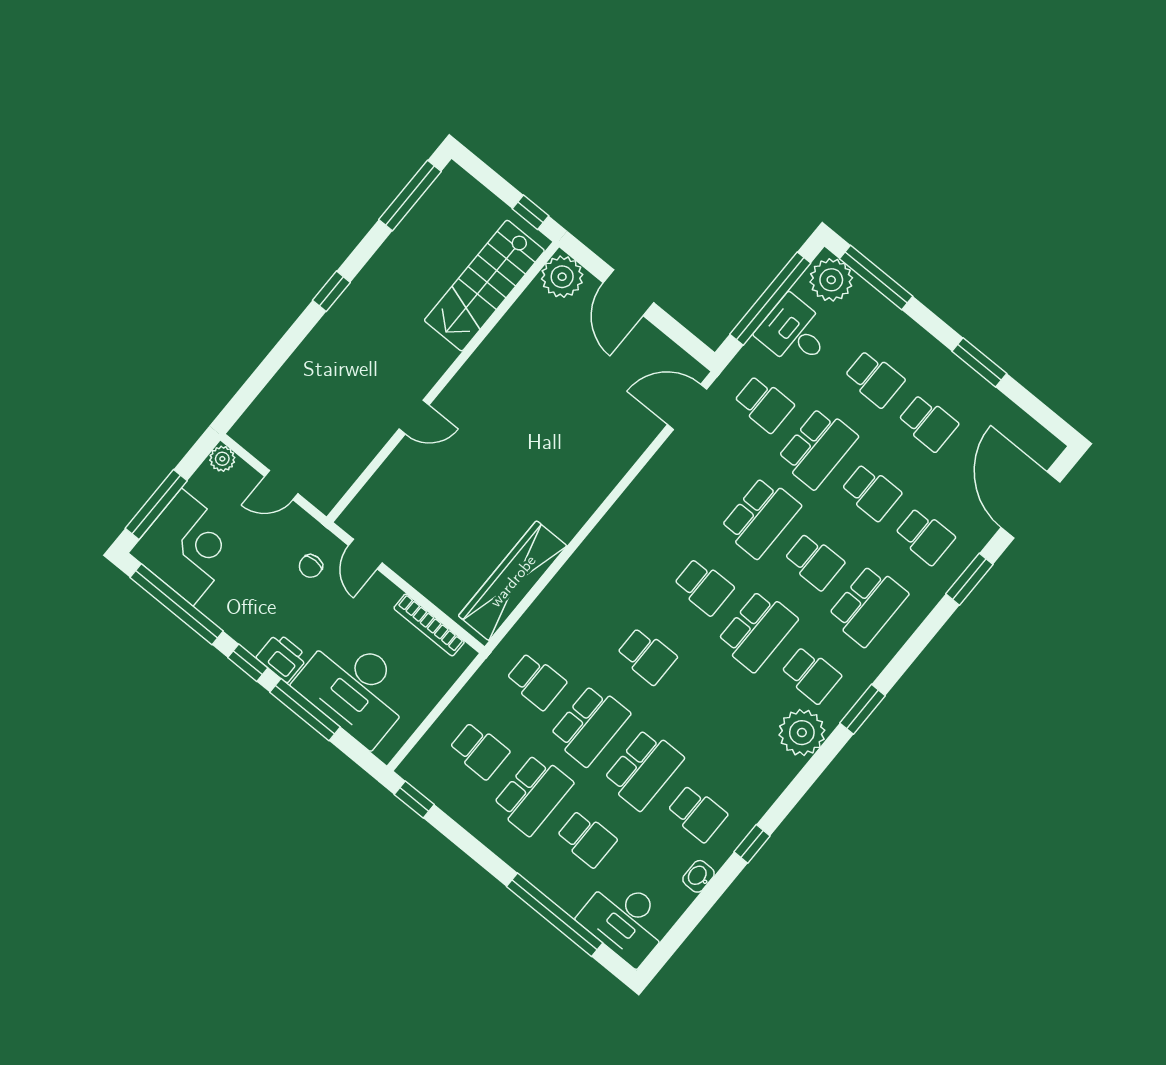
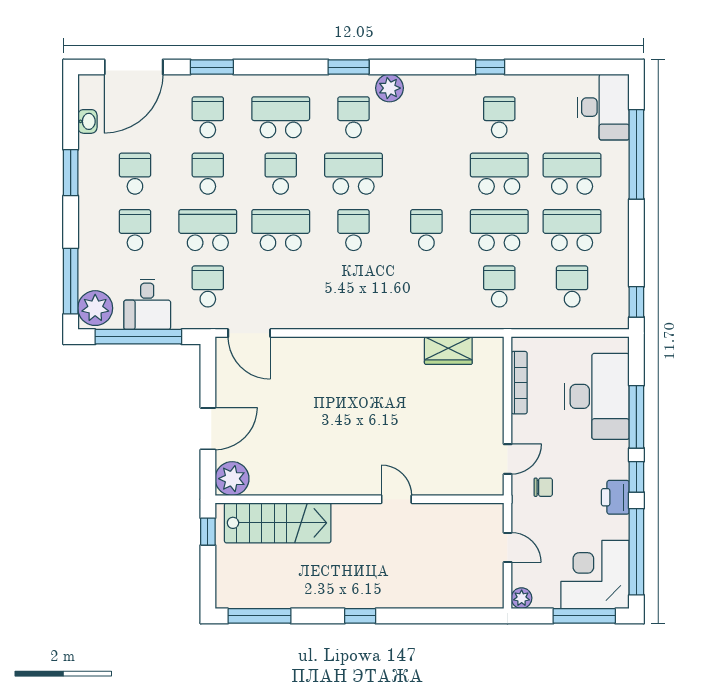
wardrobe: (513, 581) -> (448, 351), width x0.48, depth x0.85
printer: (282, 657) -> (615, 497), moved
plant: (802, 733) -> (390, 88), width x0.73, depth x0.73
school desk: (587, 838) -> (572, 174), width x1.85
washbasin: (699, 876) -> (87, 121), moved, turned -90

